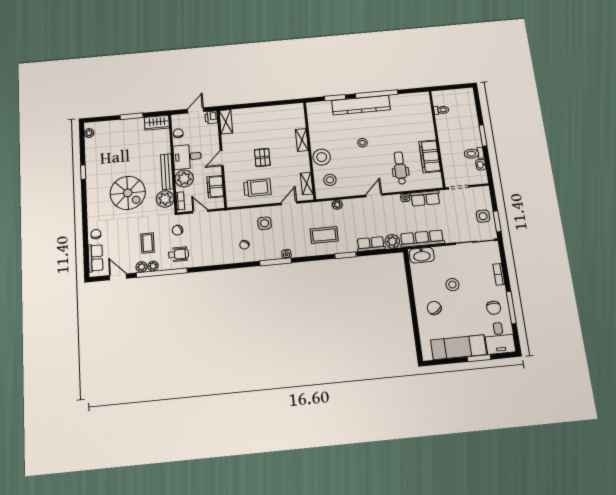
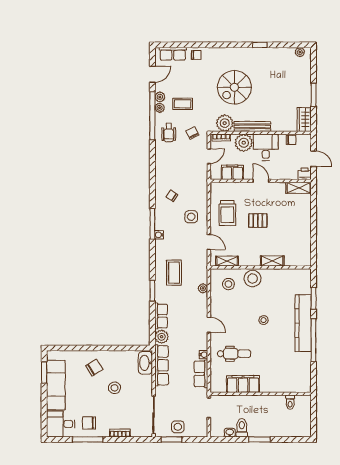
window: (479, 358) -> (44, 373), moved

